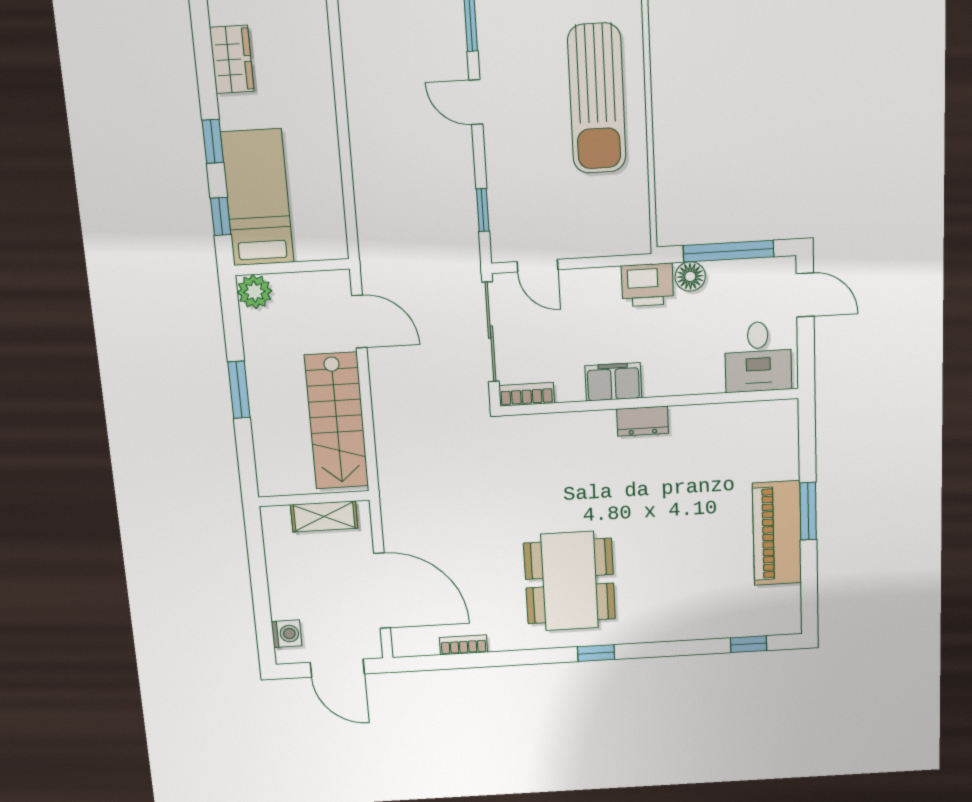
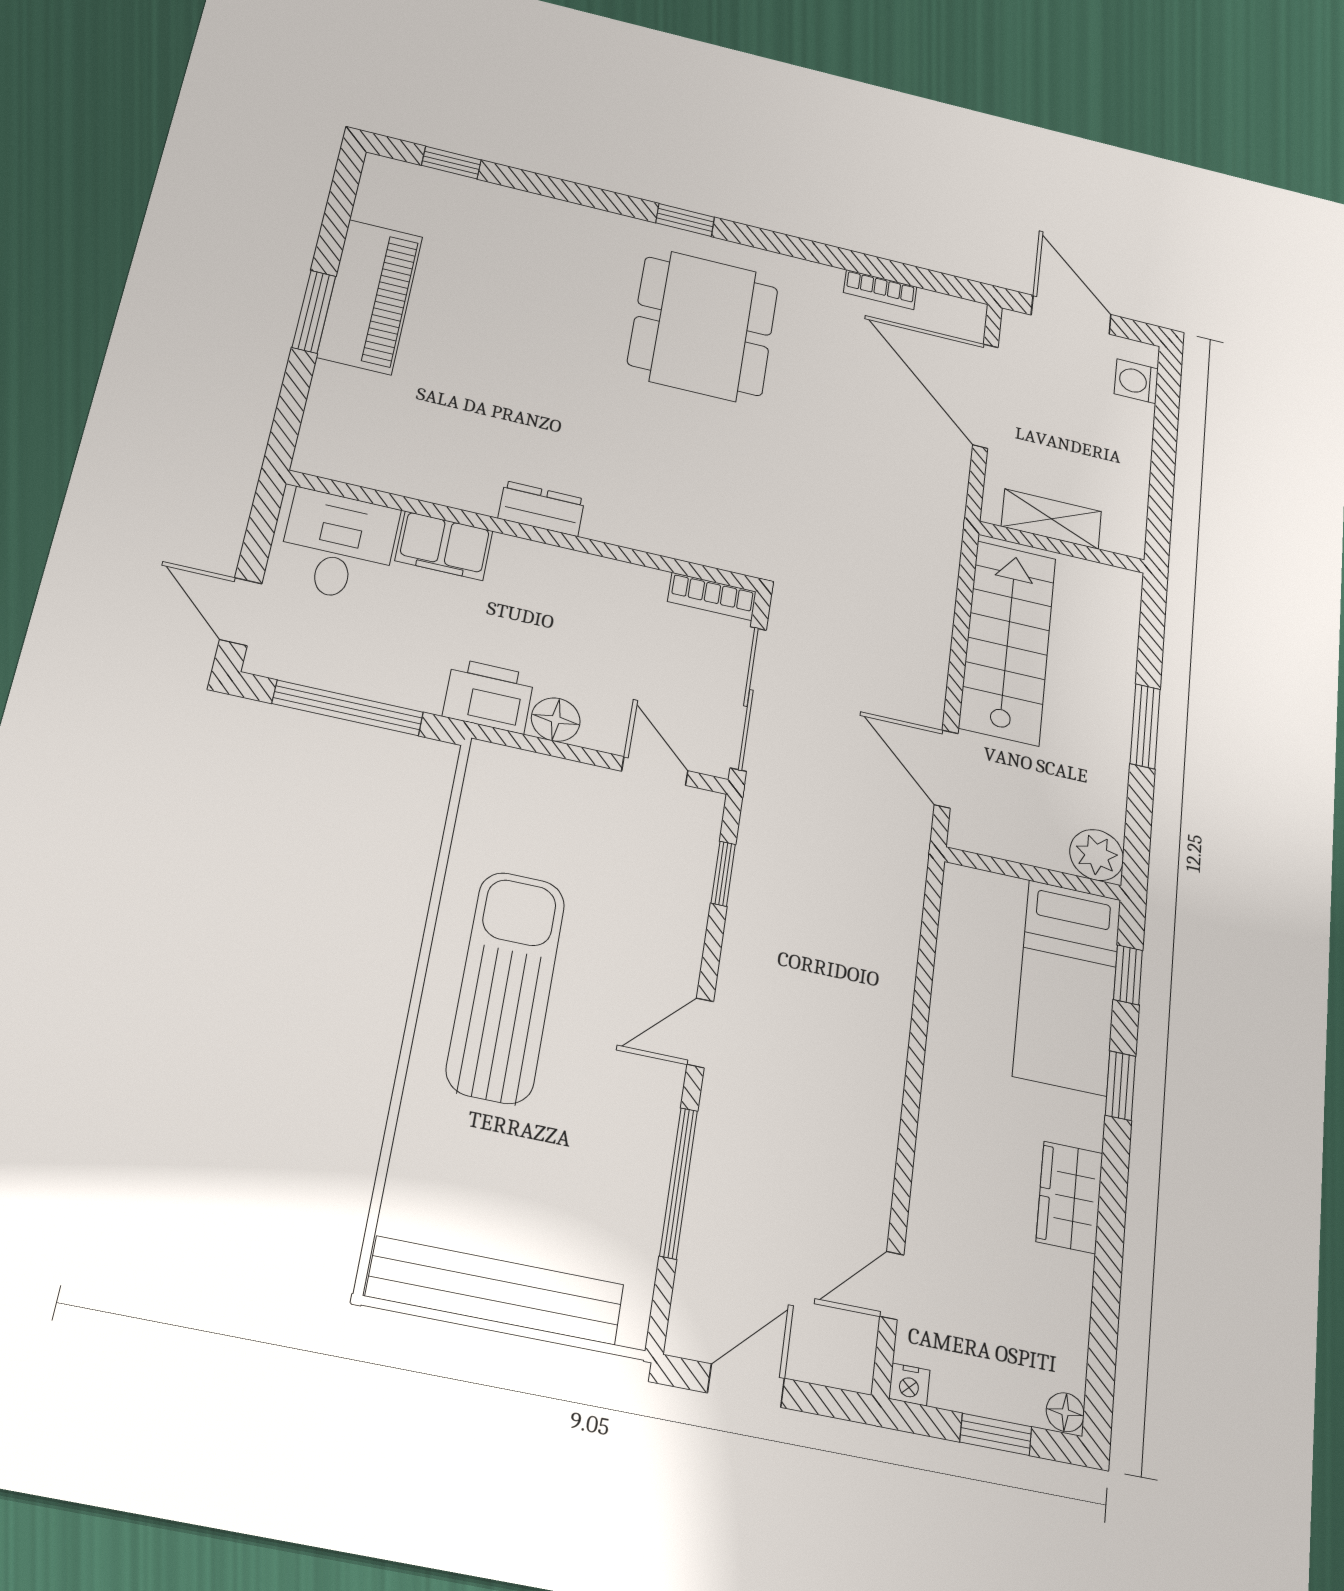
door: (476, 102) -> (700, 1033), swing flipped
floor lamp: (690, 276) -> (556, 720), moved
filing cabinet: (613, 382) -> (444, 546), moved

